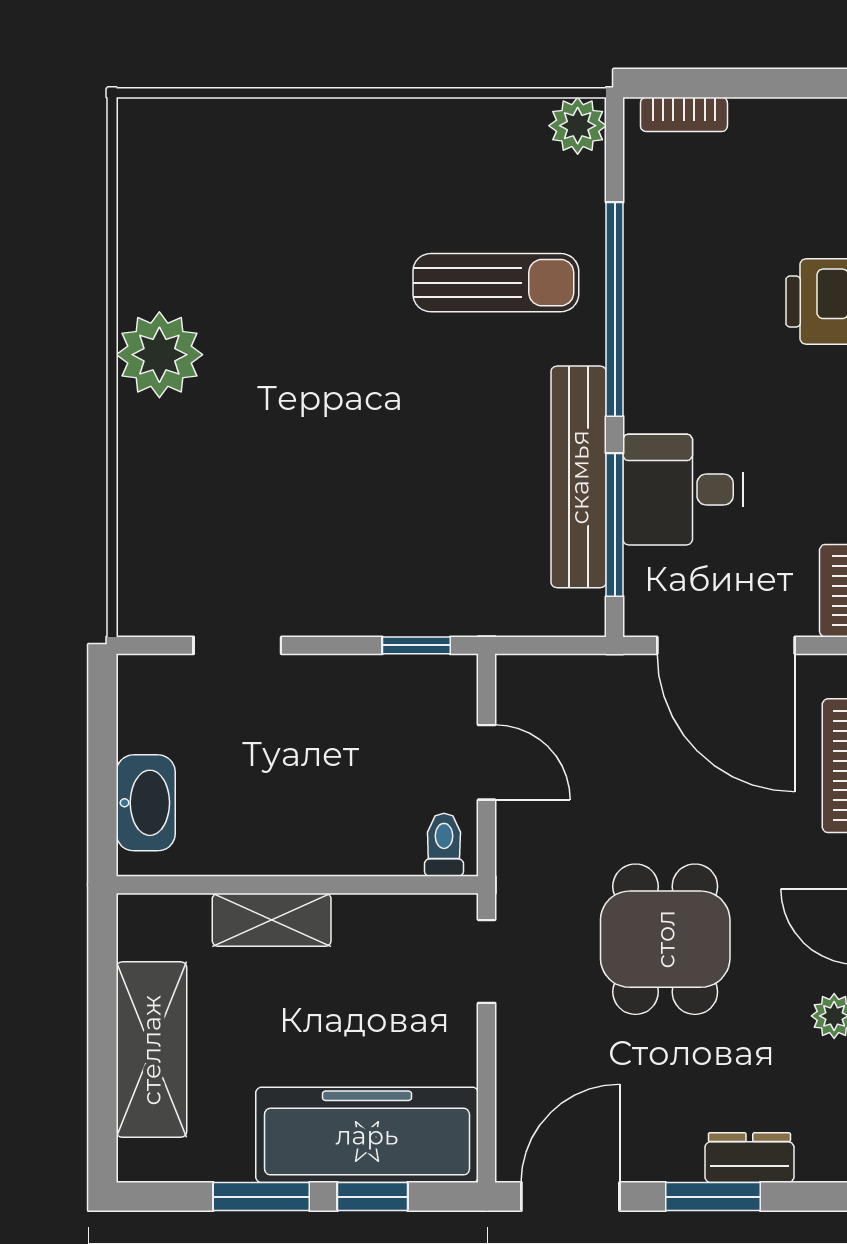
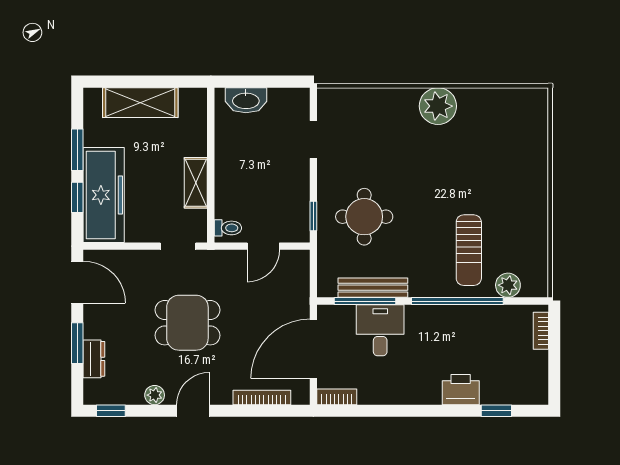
plant: (578, 126) -> (508, 285), moved
bench: (579, 477) -> (373, 288), width x0.73, depth x0.82
round table: (418, 527) -> (364, 217), added
shelving: (272, 920) -> (196, 183), moved

